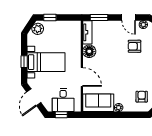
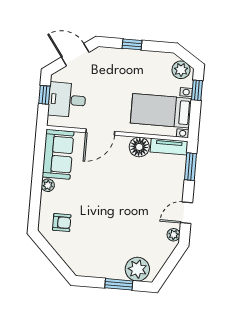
armchair: (134, 46) -> (141, 218), removed
bed with nightstands: (46, 62) -> (161, 111), moved, turned 90

